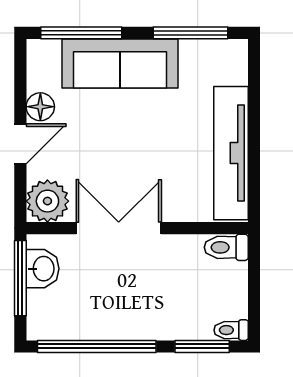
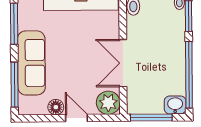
washbasin: (43, 269) -> (175, 105), moved

